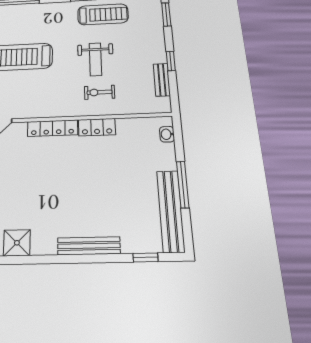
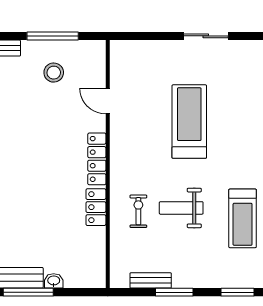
window: (171, 61) -> (174, 292), width x1.50
washbasin: (167, 134) -> (54, 281), moved

